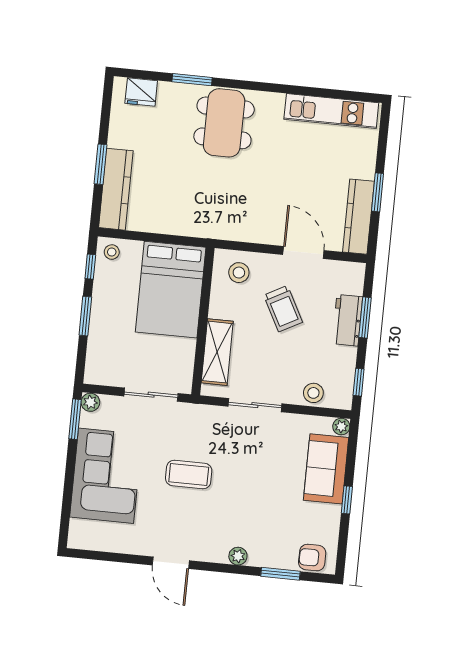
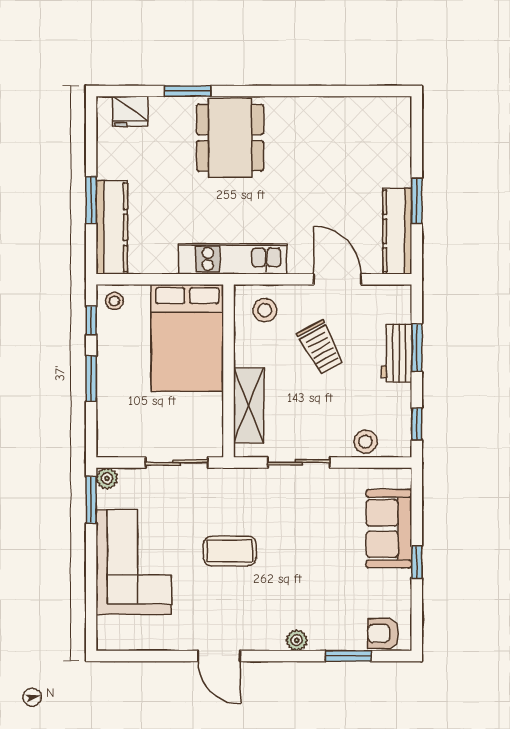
kitchen unit: (331, 111) -> (233, 259), moved, turned 180
plant: (341, 427) -> (402, 477), removed

